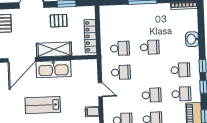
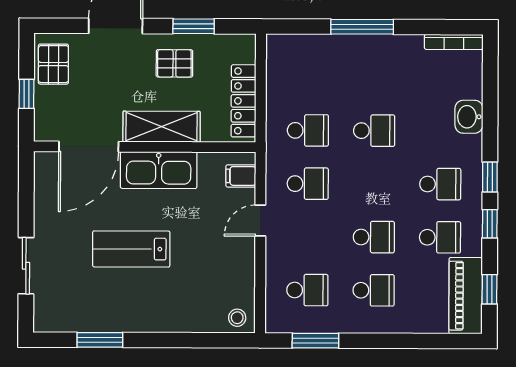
door: (100, 90) -> (260, 221), swing flipped
filing cabinet: (92, 112) -> (241, 176), moved

